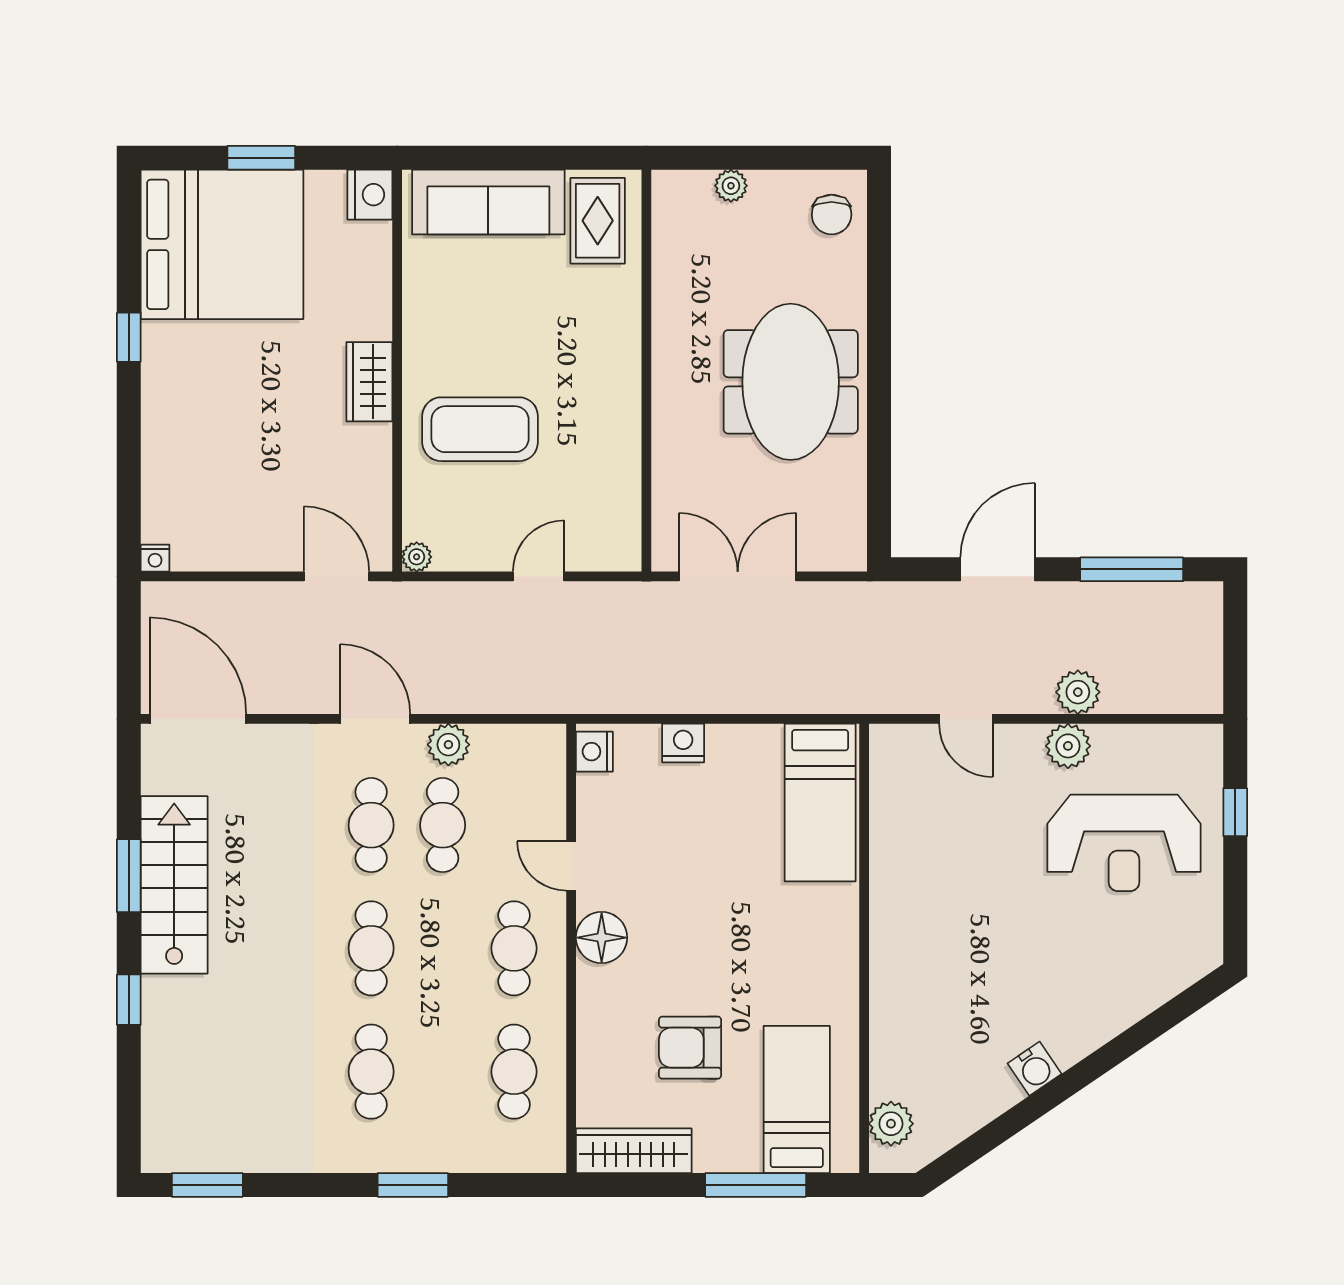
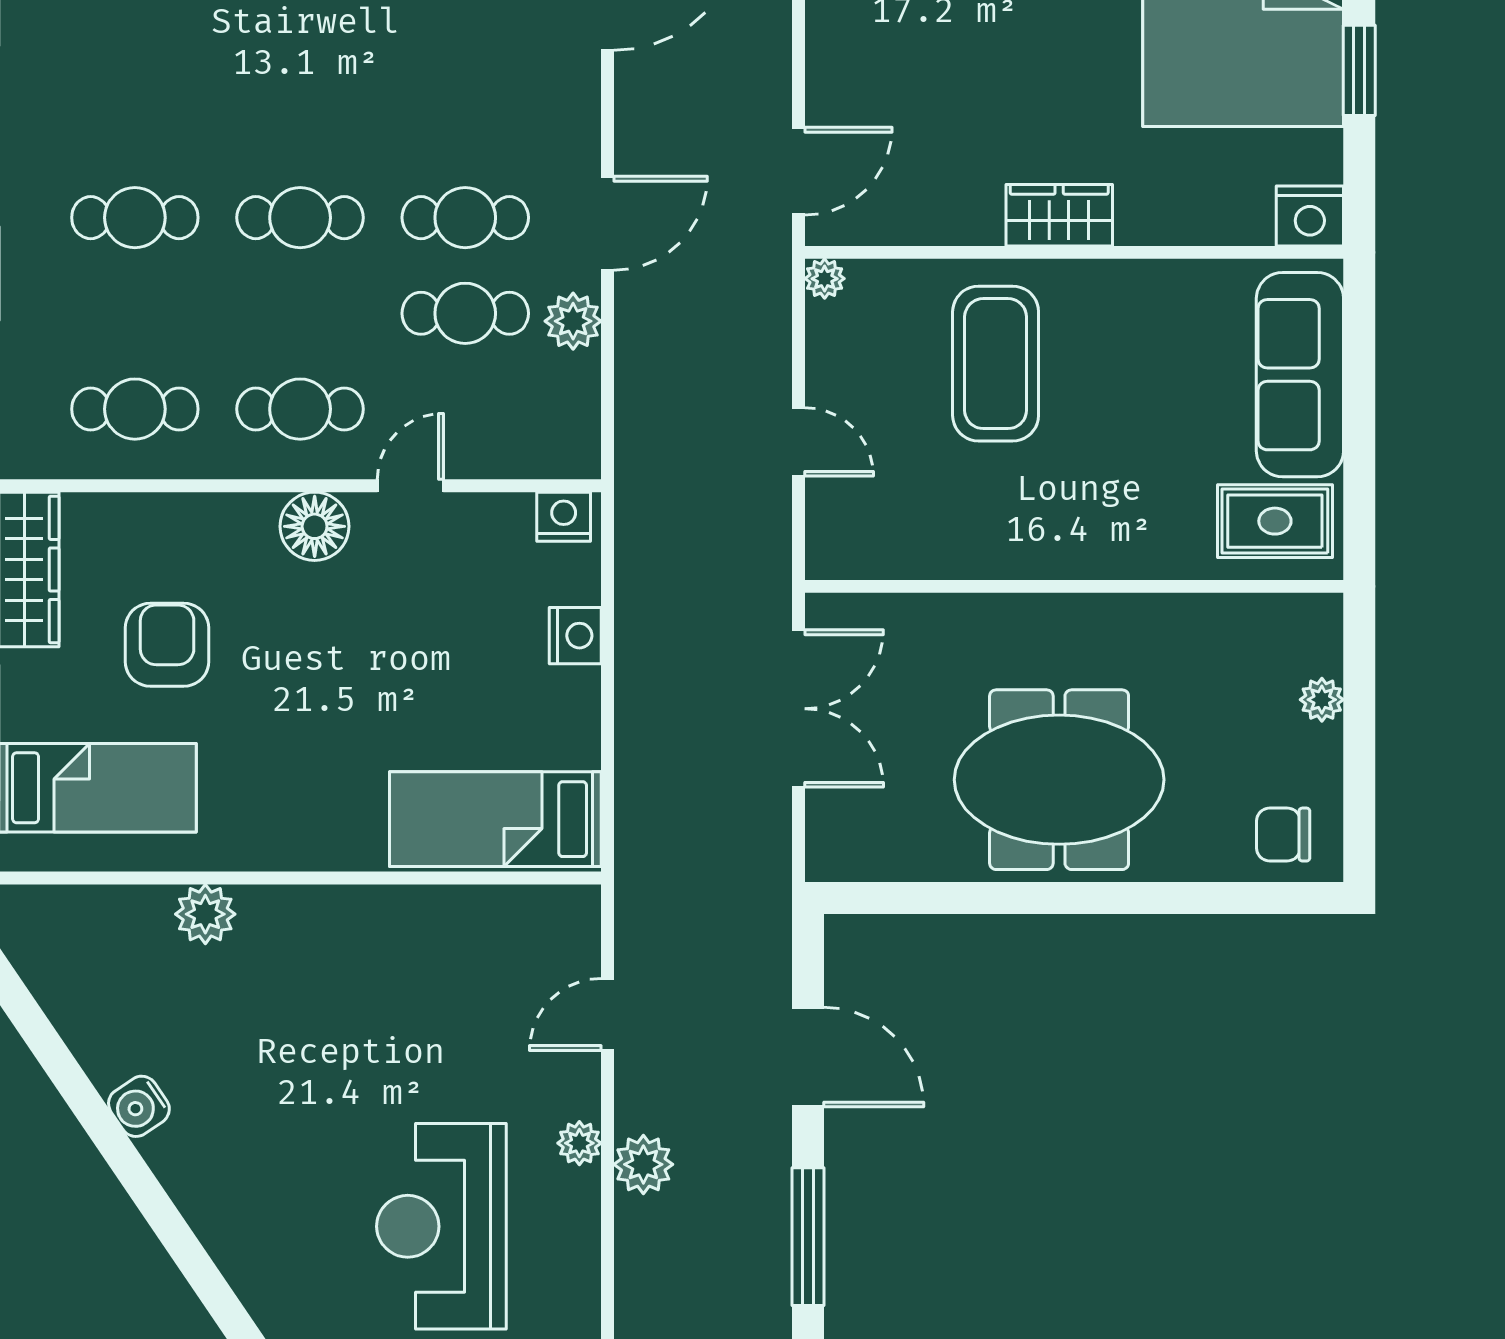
plant: (1068, 746) -> (579, 1143), width x0.73, depth x0.73
plant: (891, 1124) -> (205, 914), moved

